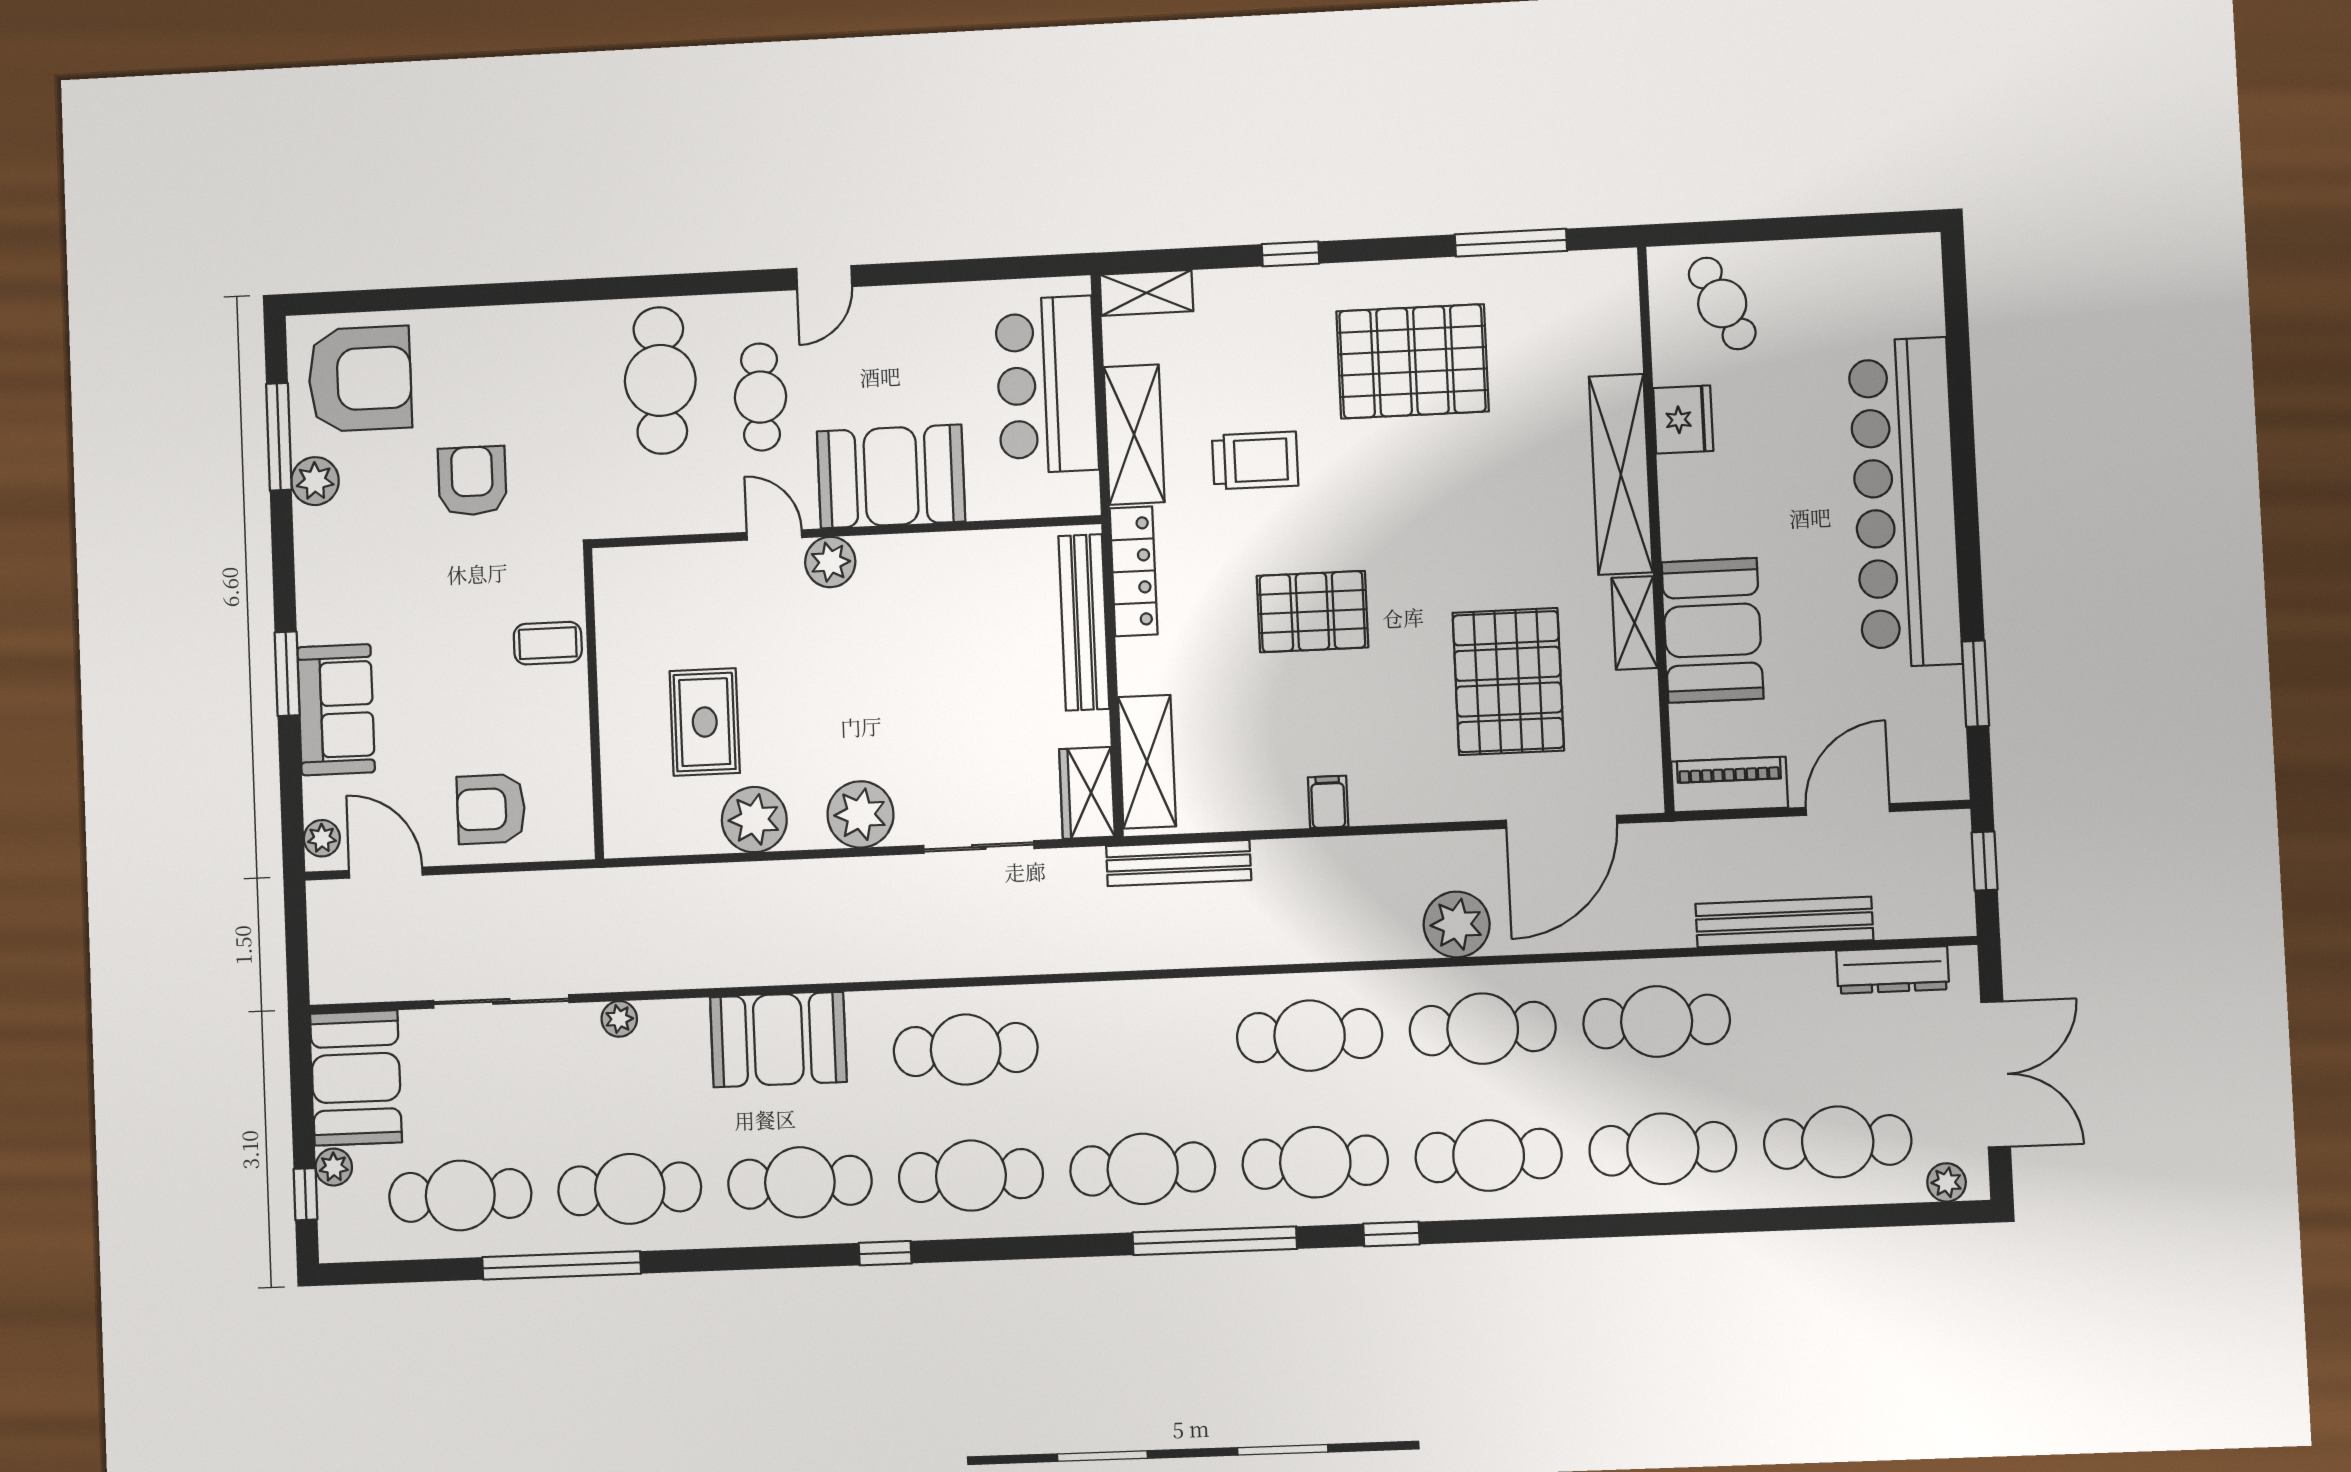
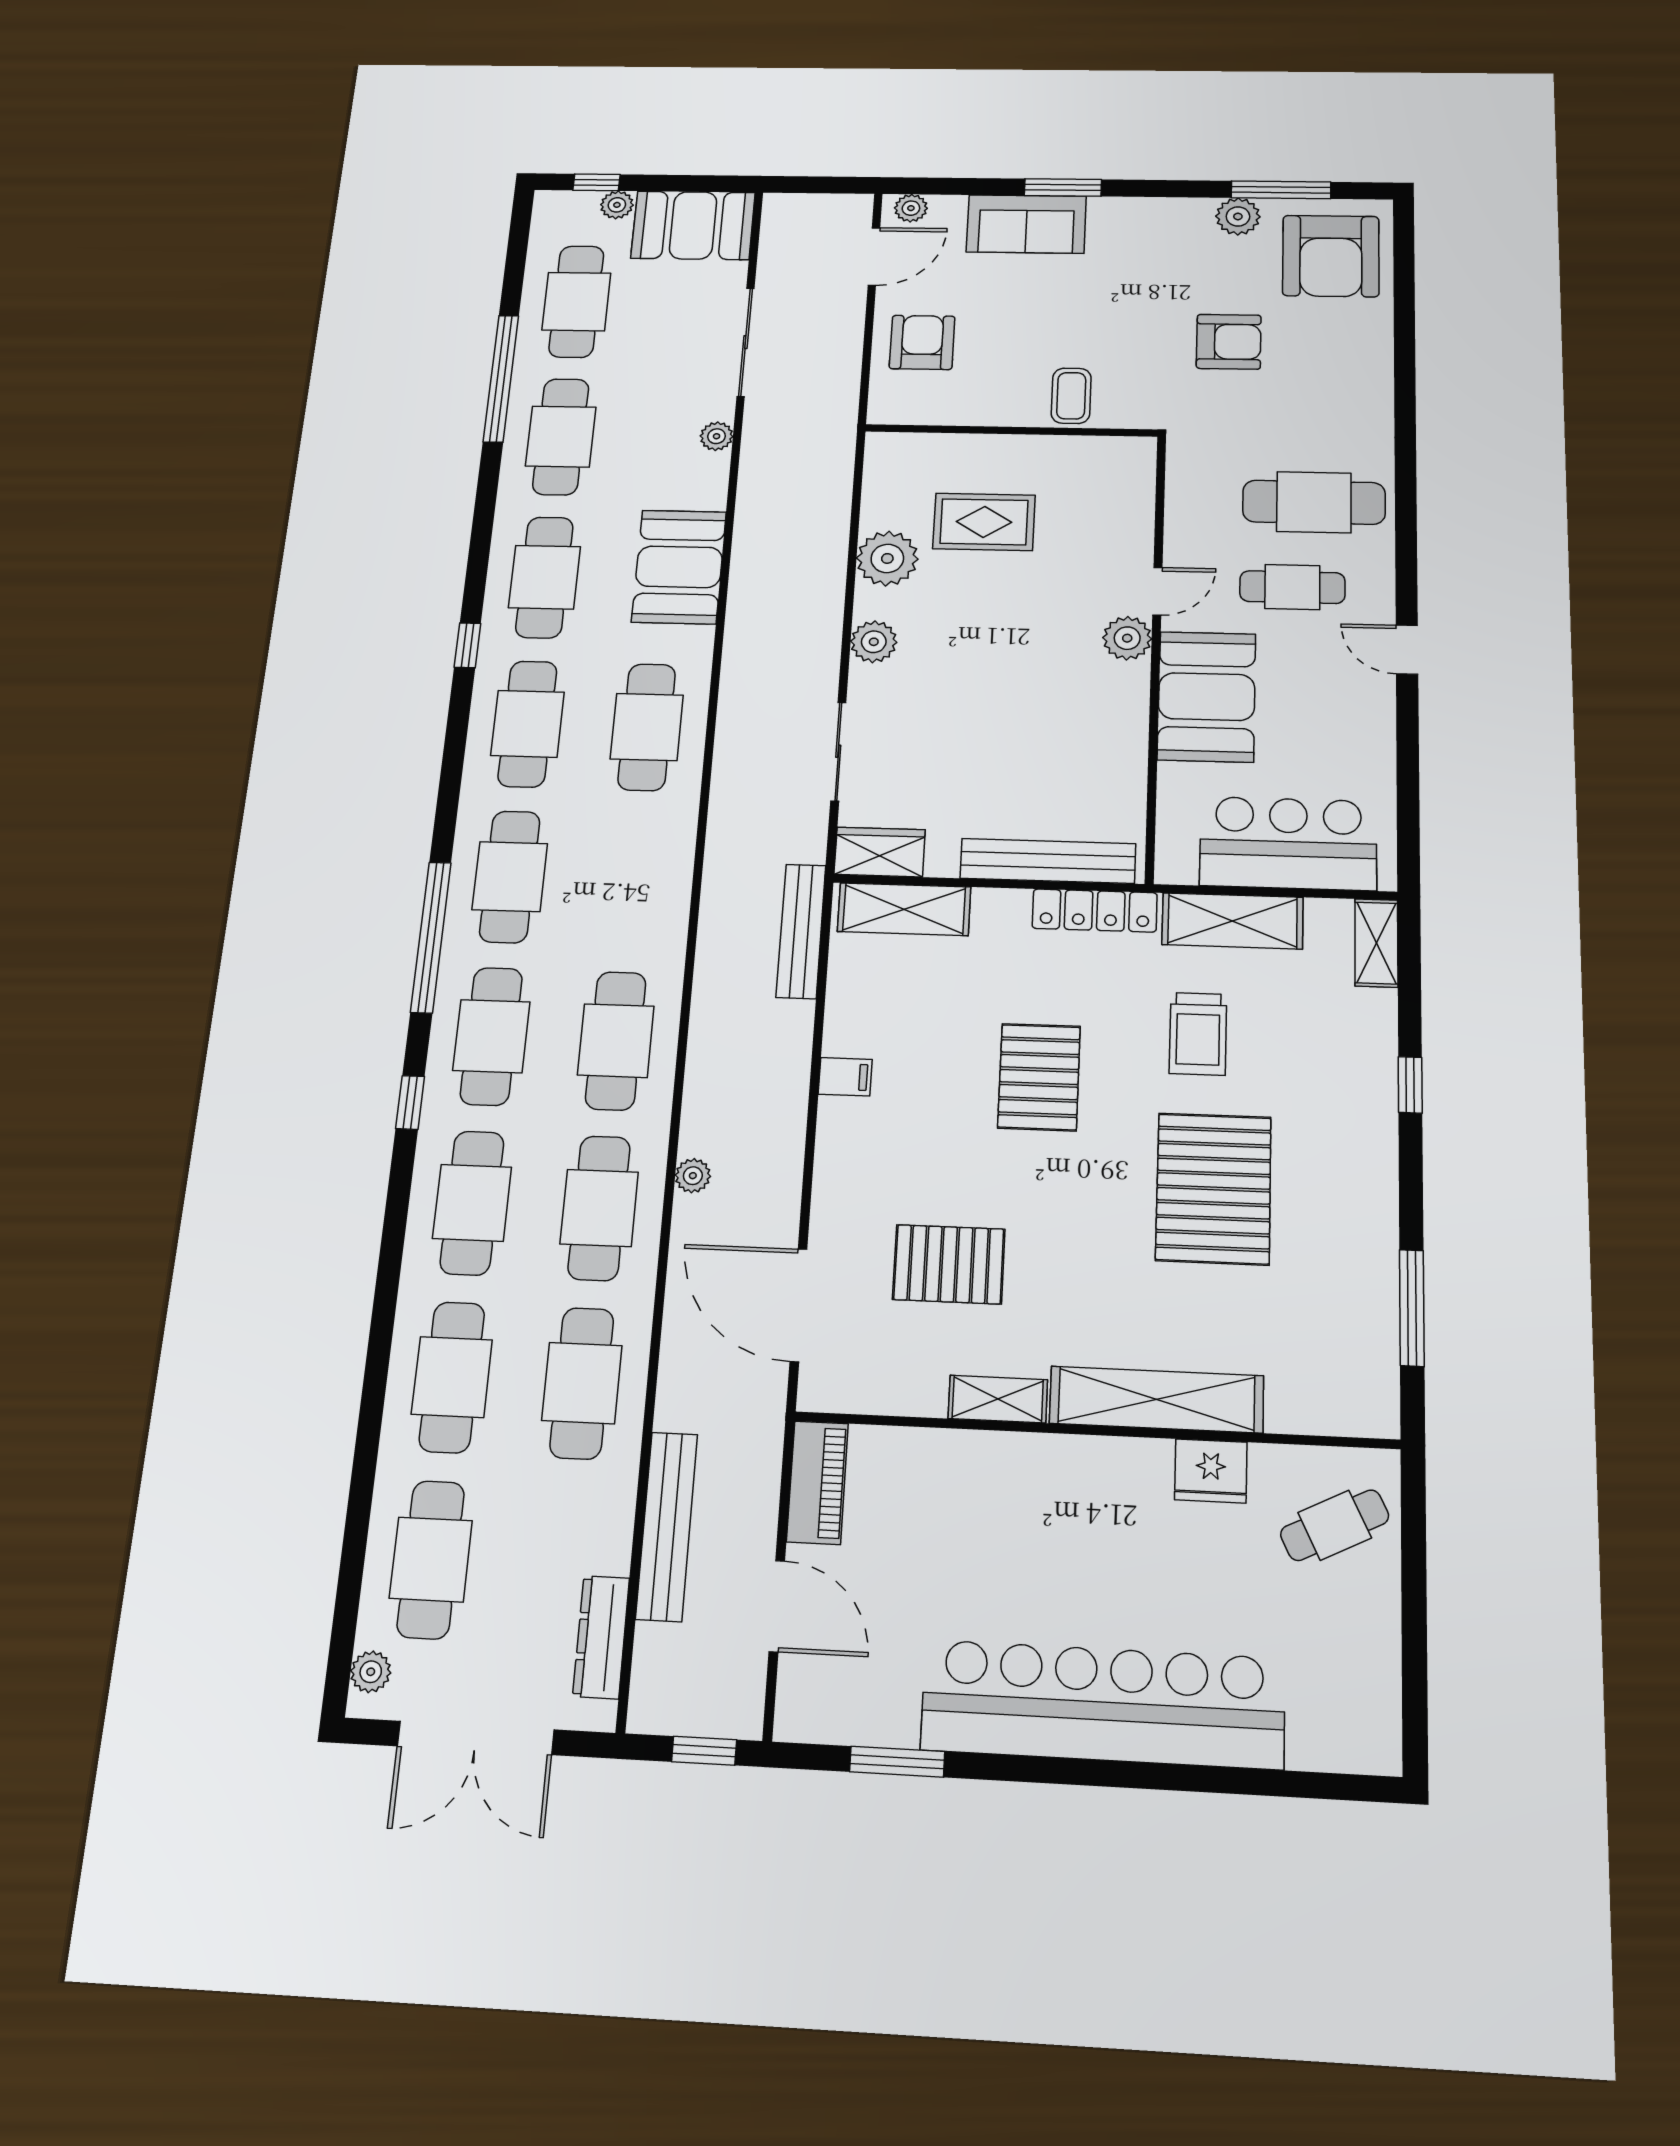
pallet: (1412, 361) -> (1214, 1188), moved
booth: (1712, 630) -> (982, 1480), removed
pallet: (1508, 682) -> (949, 1264), width x0.73, depth x0.71
plant: (860, 814) -> (874, 642), width x0.73, depth x0.73
plant: (1457, 924) -> (693, 1176), width x0.53, depth x0.53

